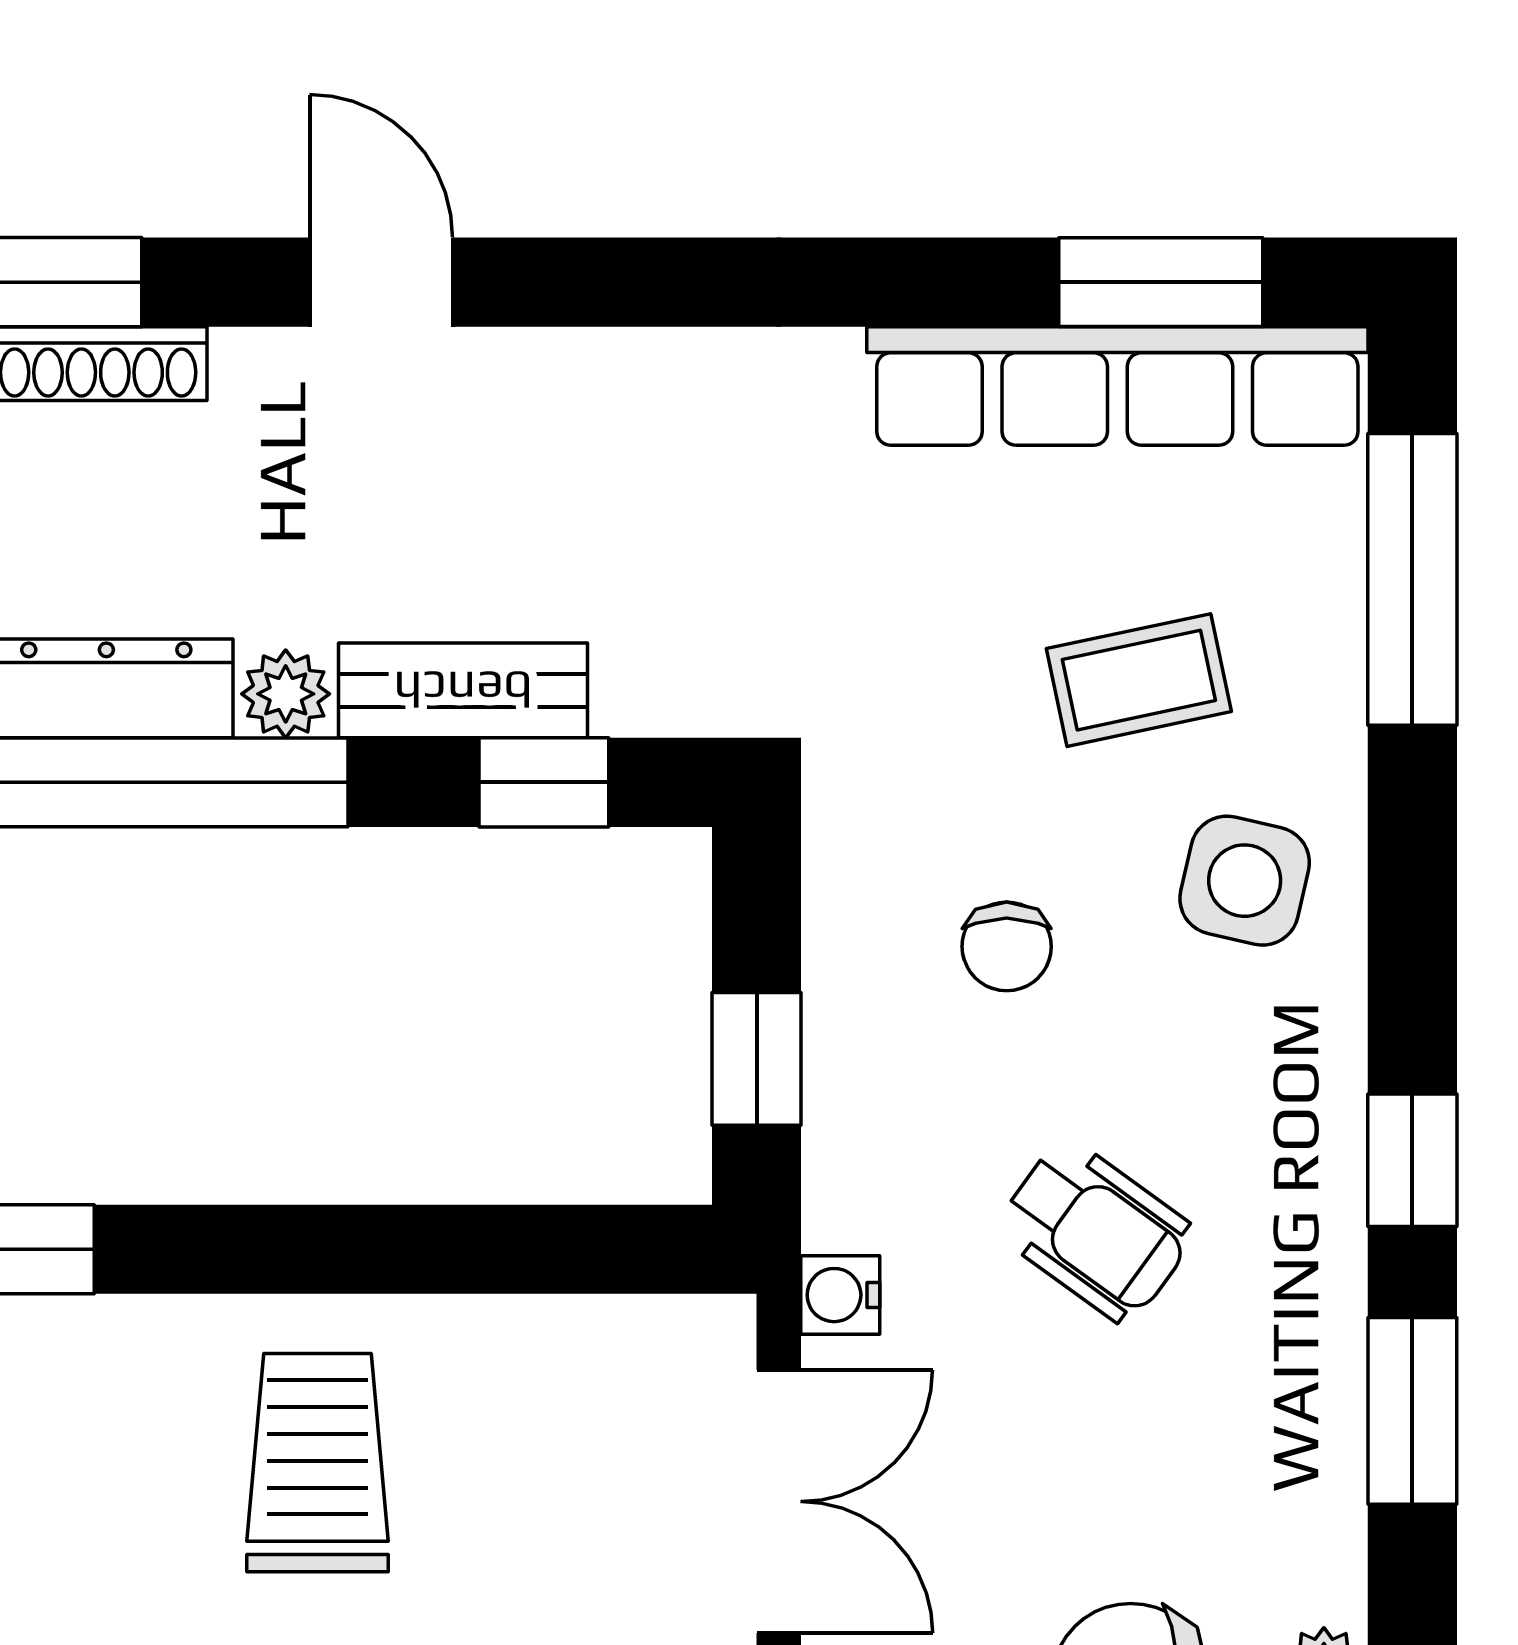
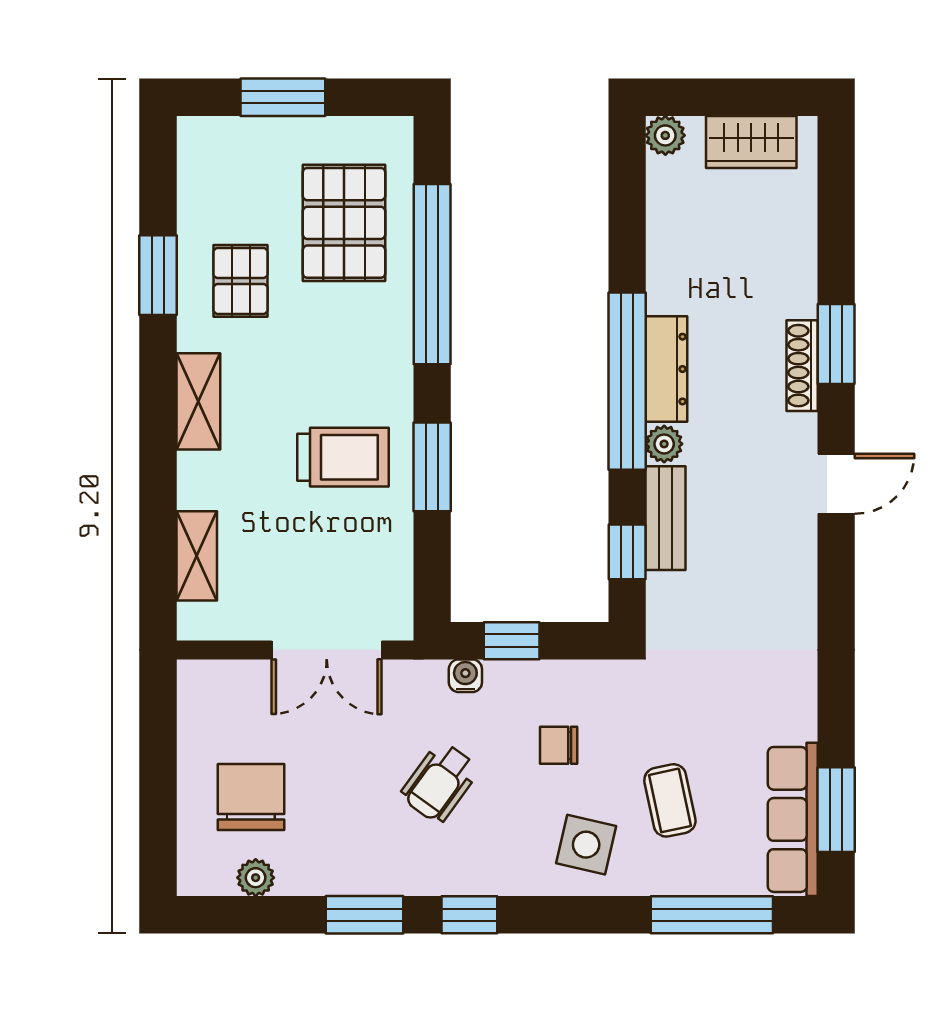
row of seats: (1117, 386) -> (793, 819), width x0.73
window: (340, 1249) -> (432, 467), added
water cooler: (840, 1295) -> (465, 676), moved

